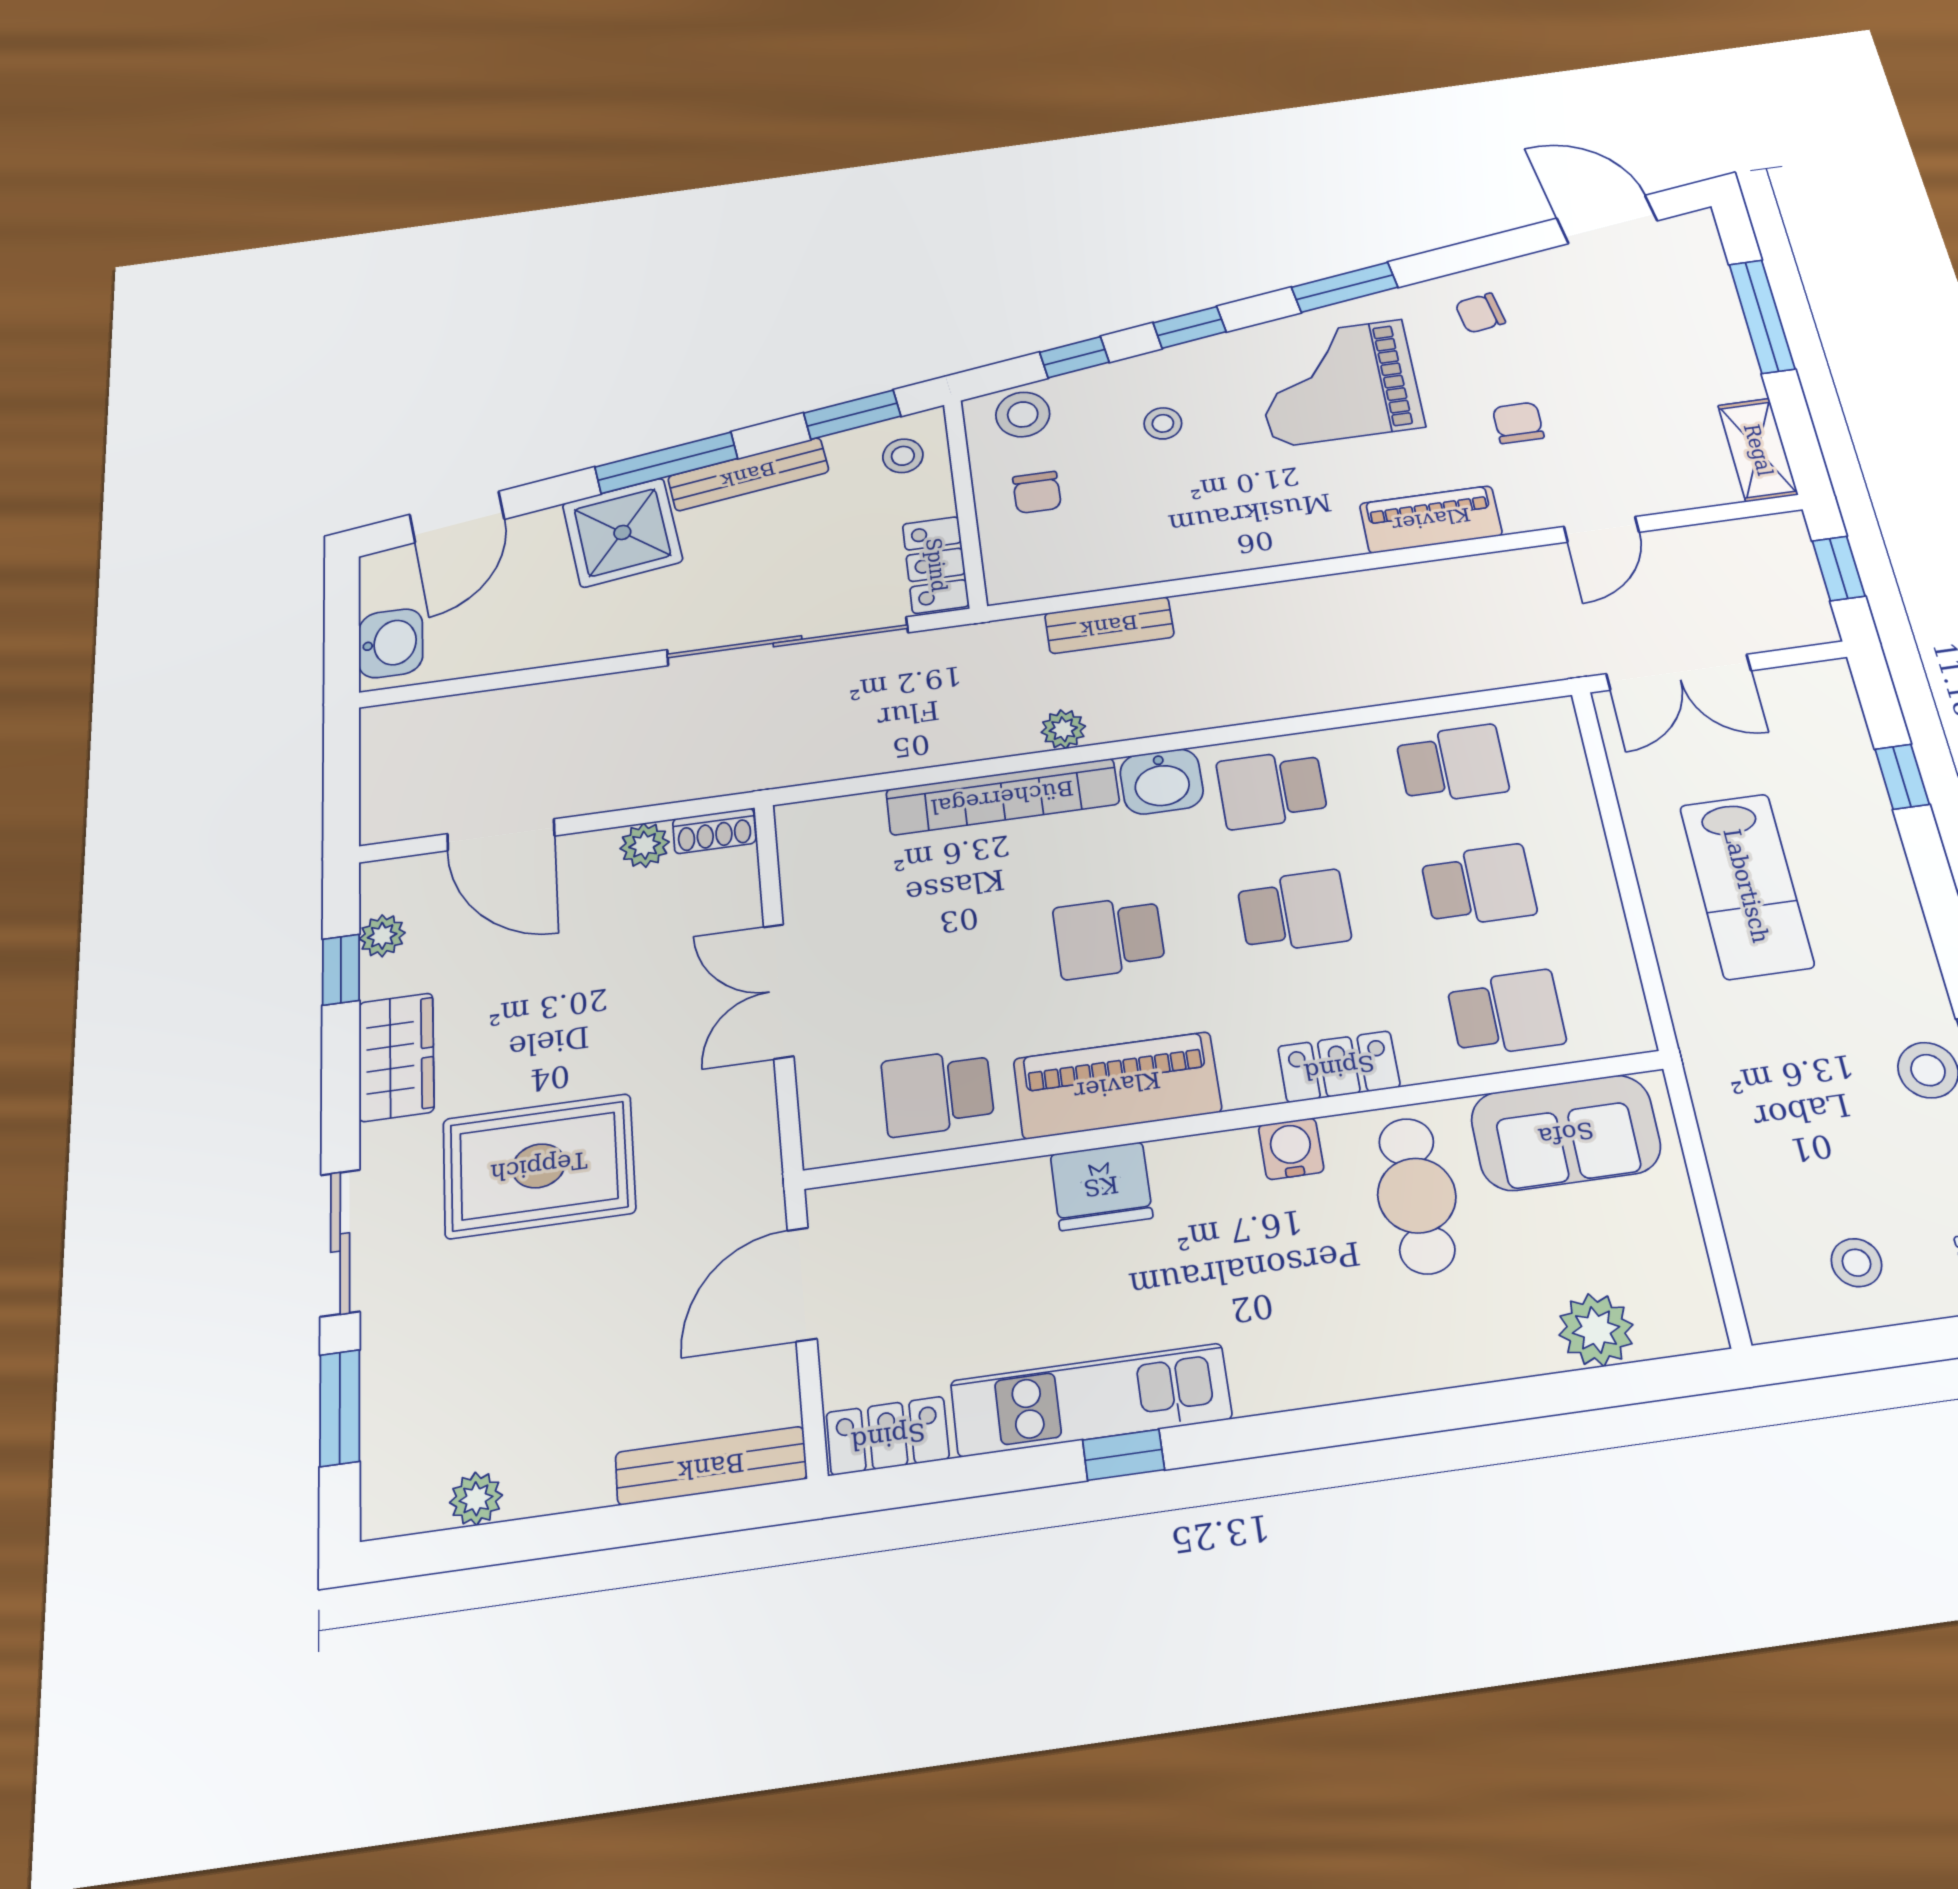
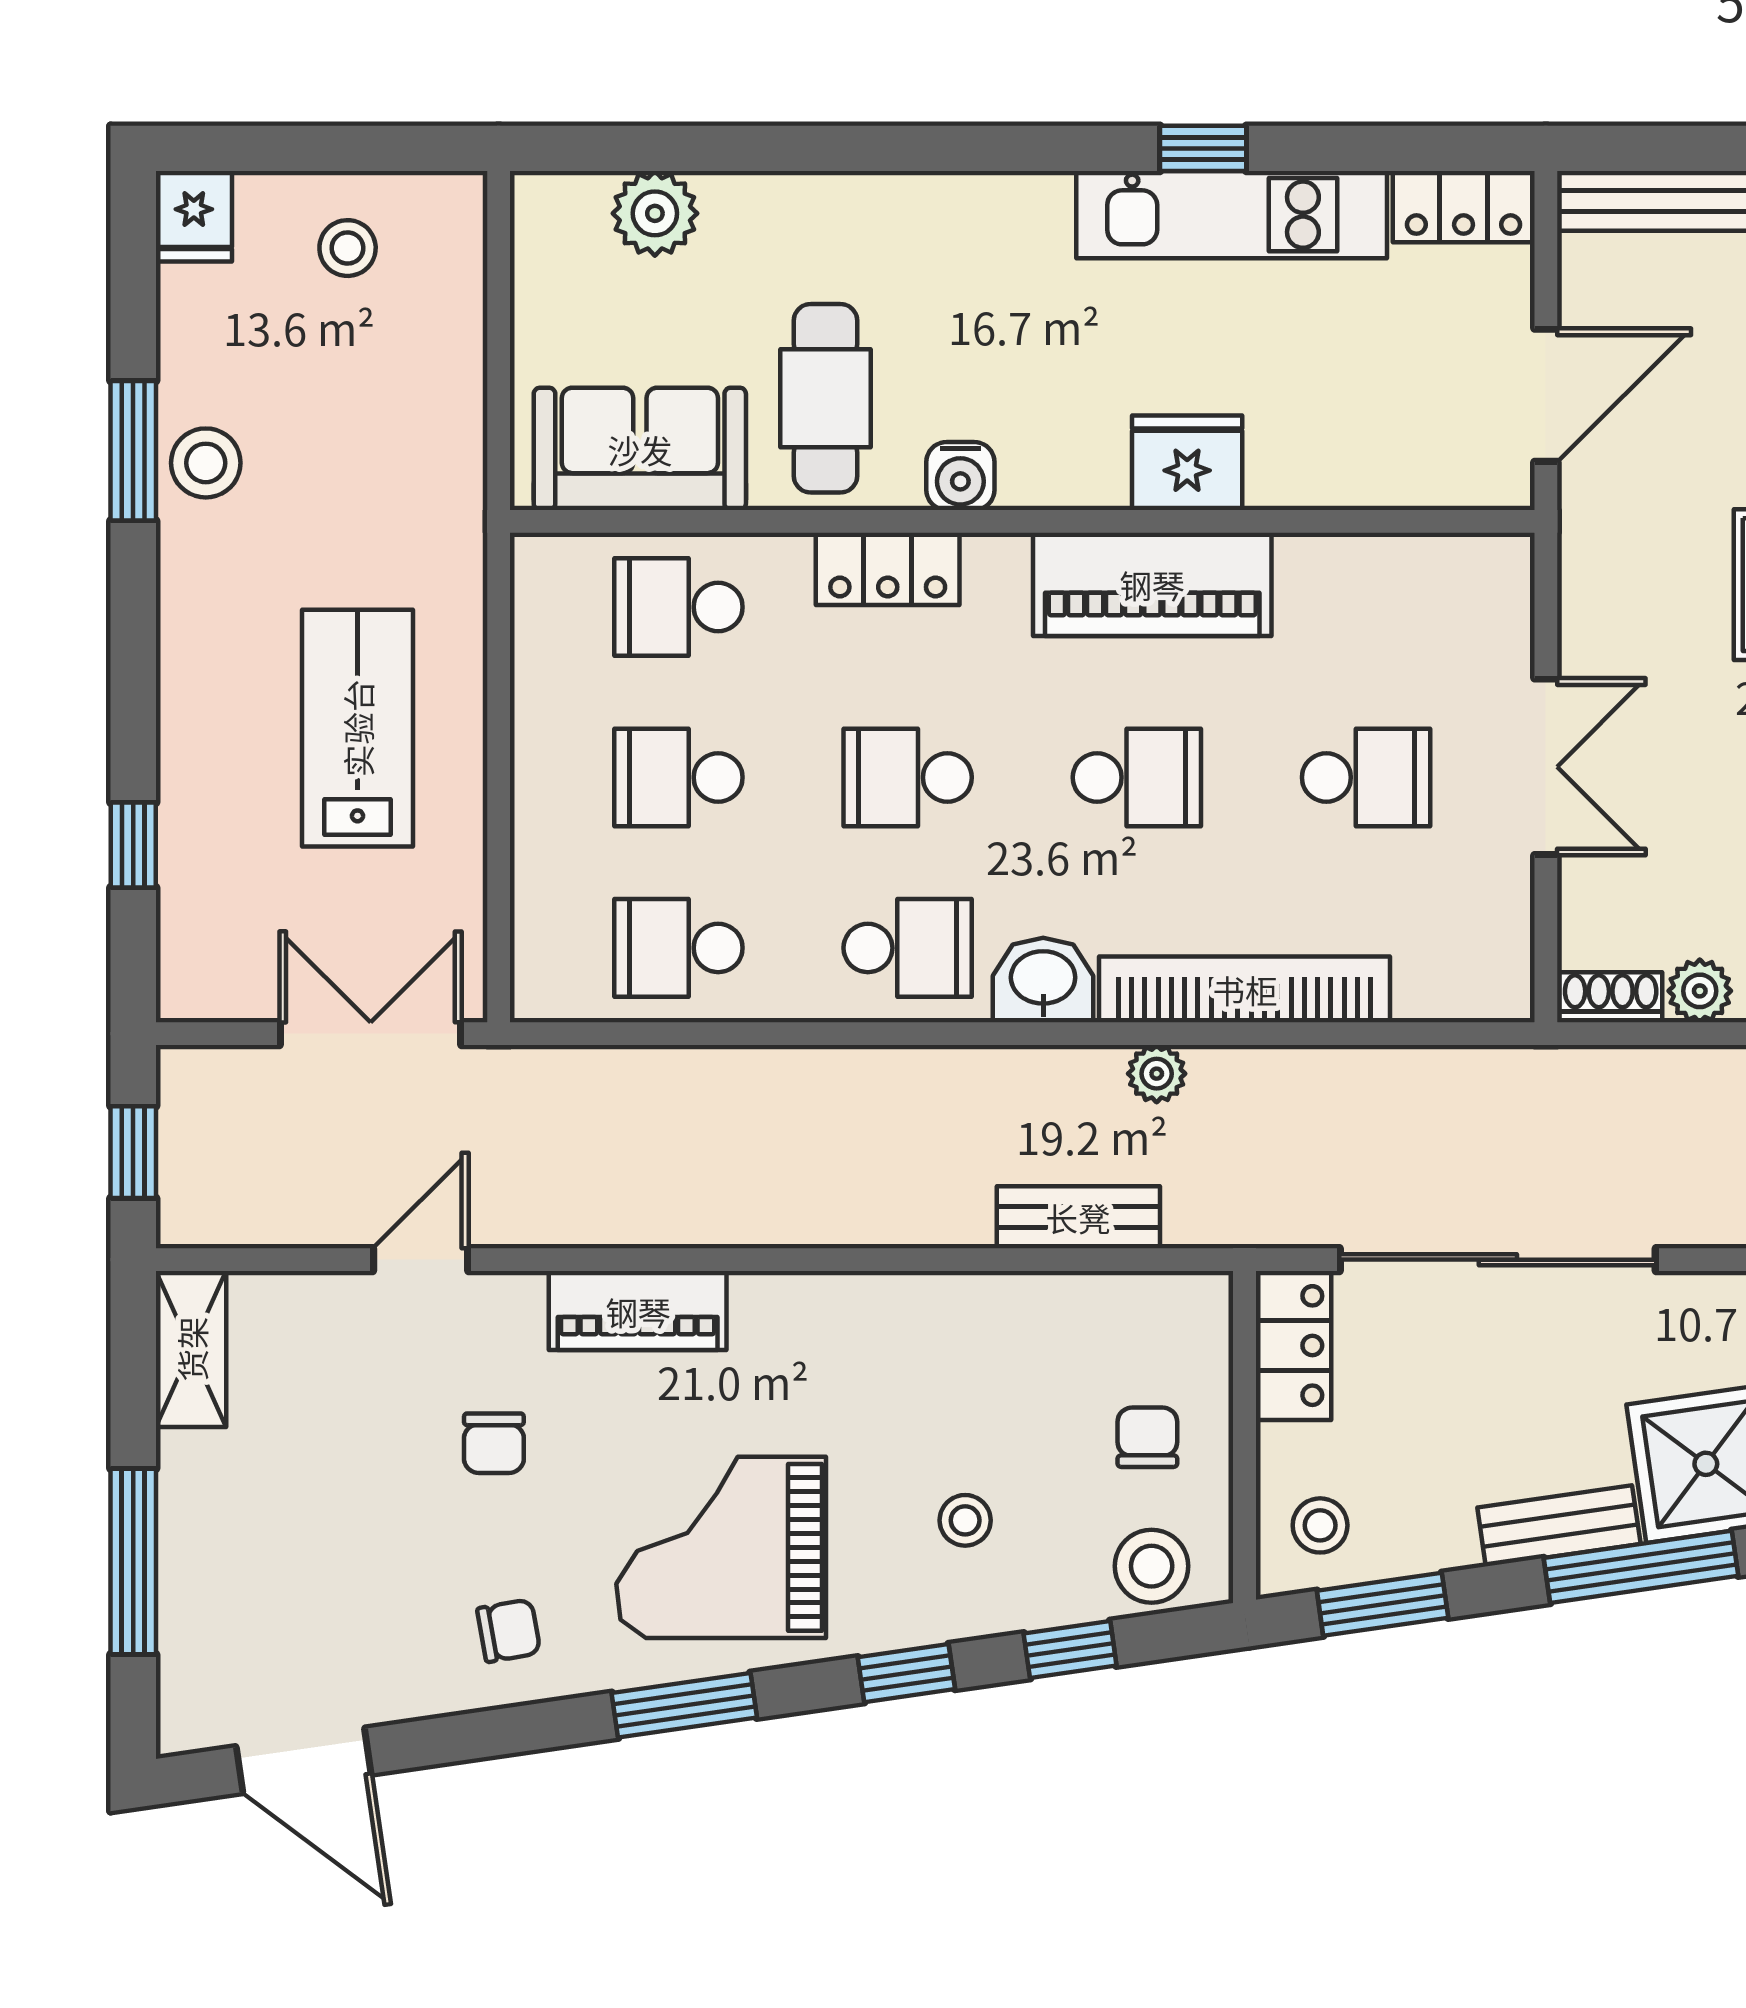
grand piano: (1338, 383) -> (721, 1547), turned 180
bench: (748, 474) -> (1559, 1526), width x0.73
school desk: (938, 1092) -> (1366, 777), moved

